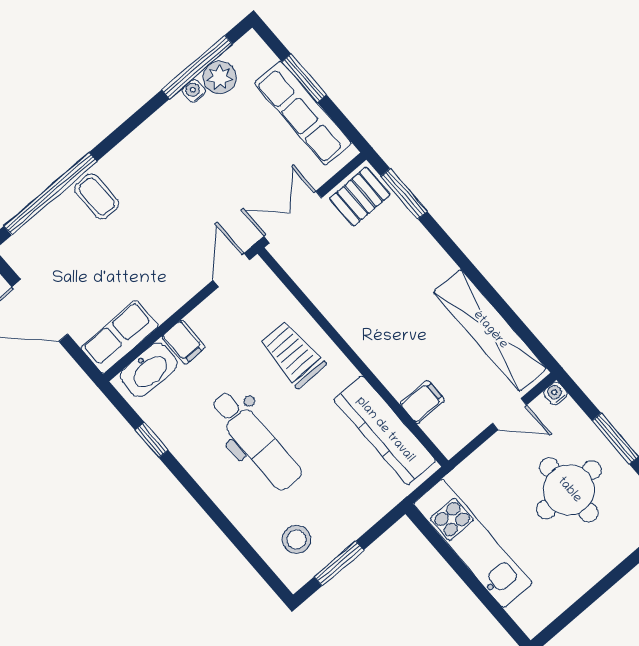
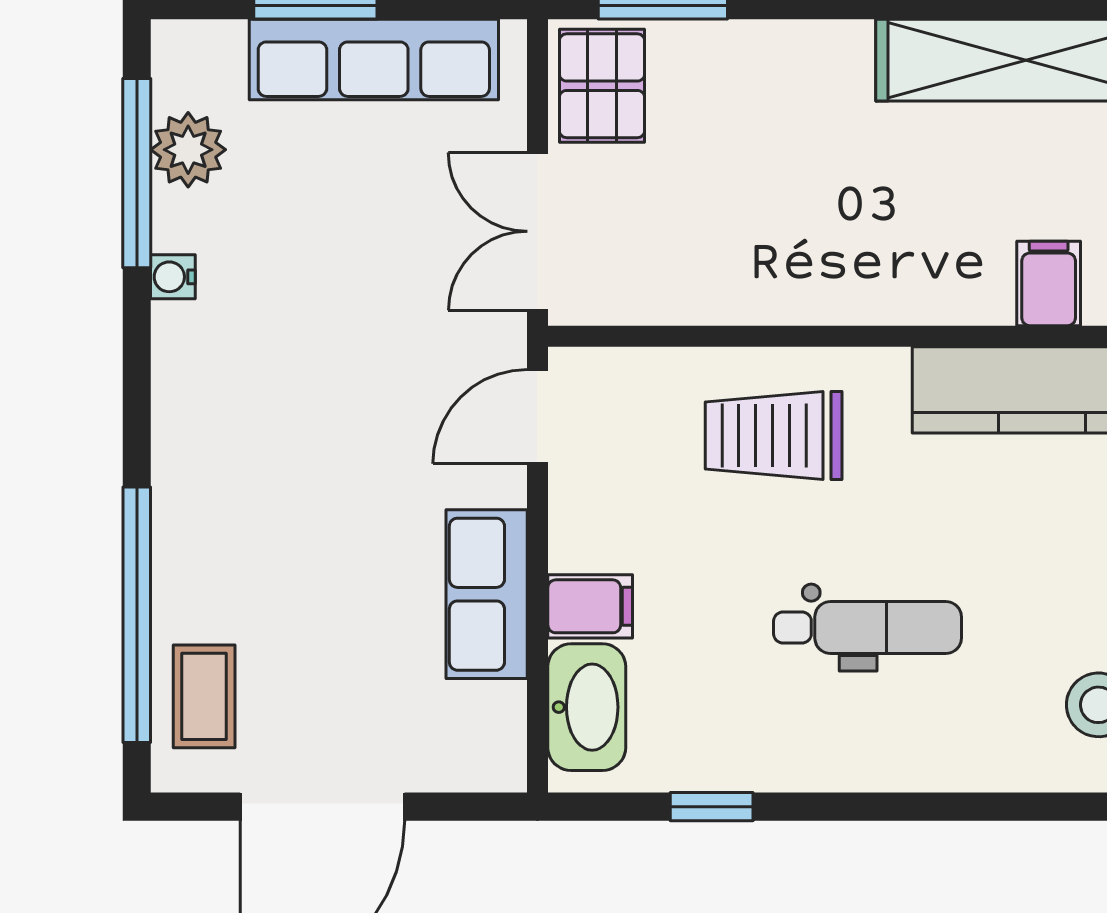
water cooler: (194, 91) -> (173, 277), moved
coffee table: (97, 196) -> (204, 696), moved, turned 90
door: (231, 270) -> (537, 417), hinge flipped
row of seats: (120, 337) -> (487, 594), moved
dental chair: (256, 440) -> (868, 627), width x0.73, depth x0.72

